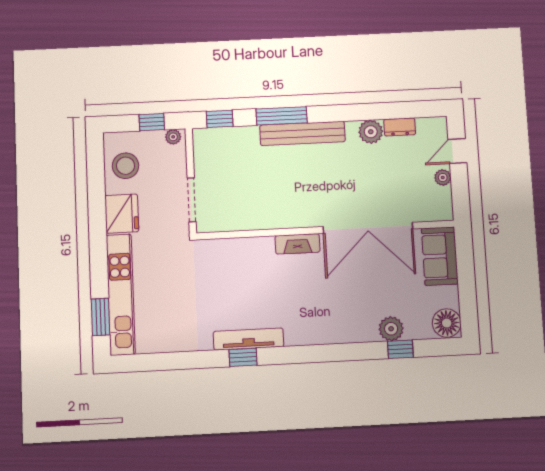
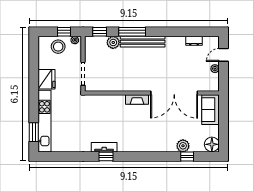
plant: (371, 132) -> (113, 42), moved
stool: (125, 166) -> (58, 47), moved
tv unit: (248, 339) -> (104, 147), width x0.71

